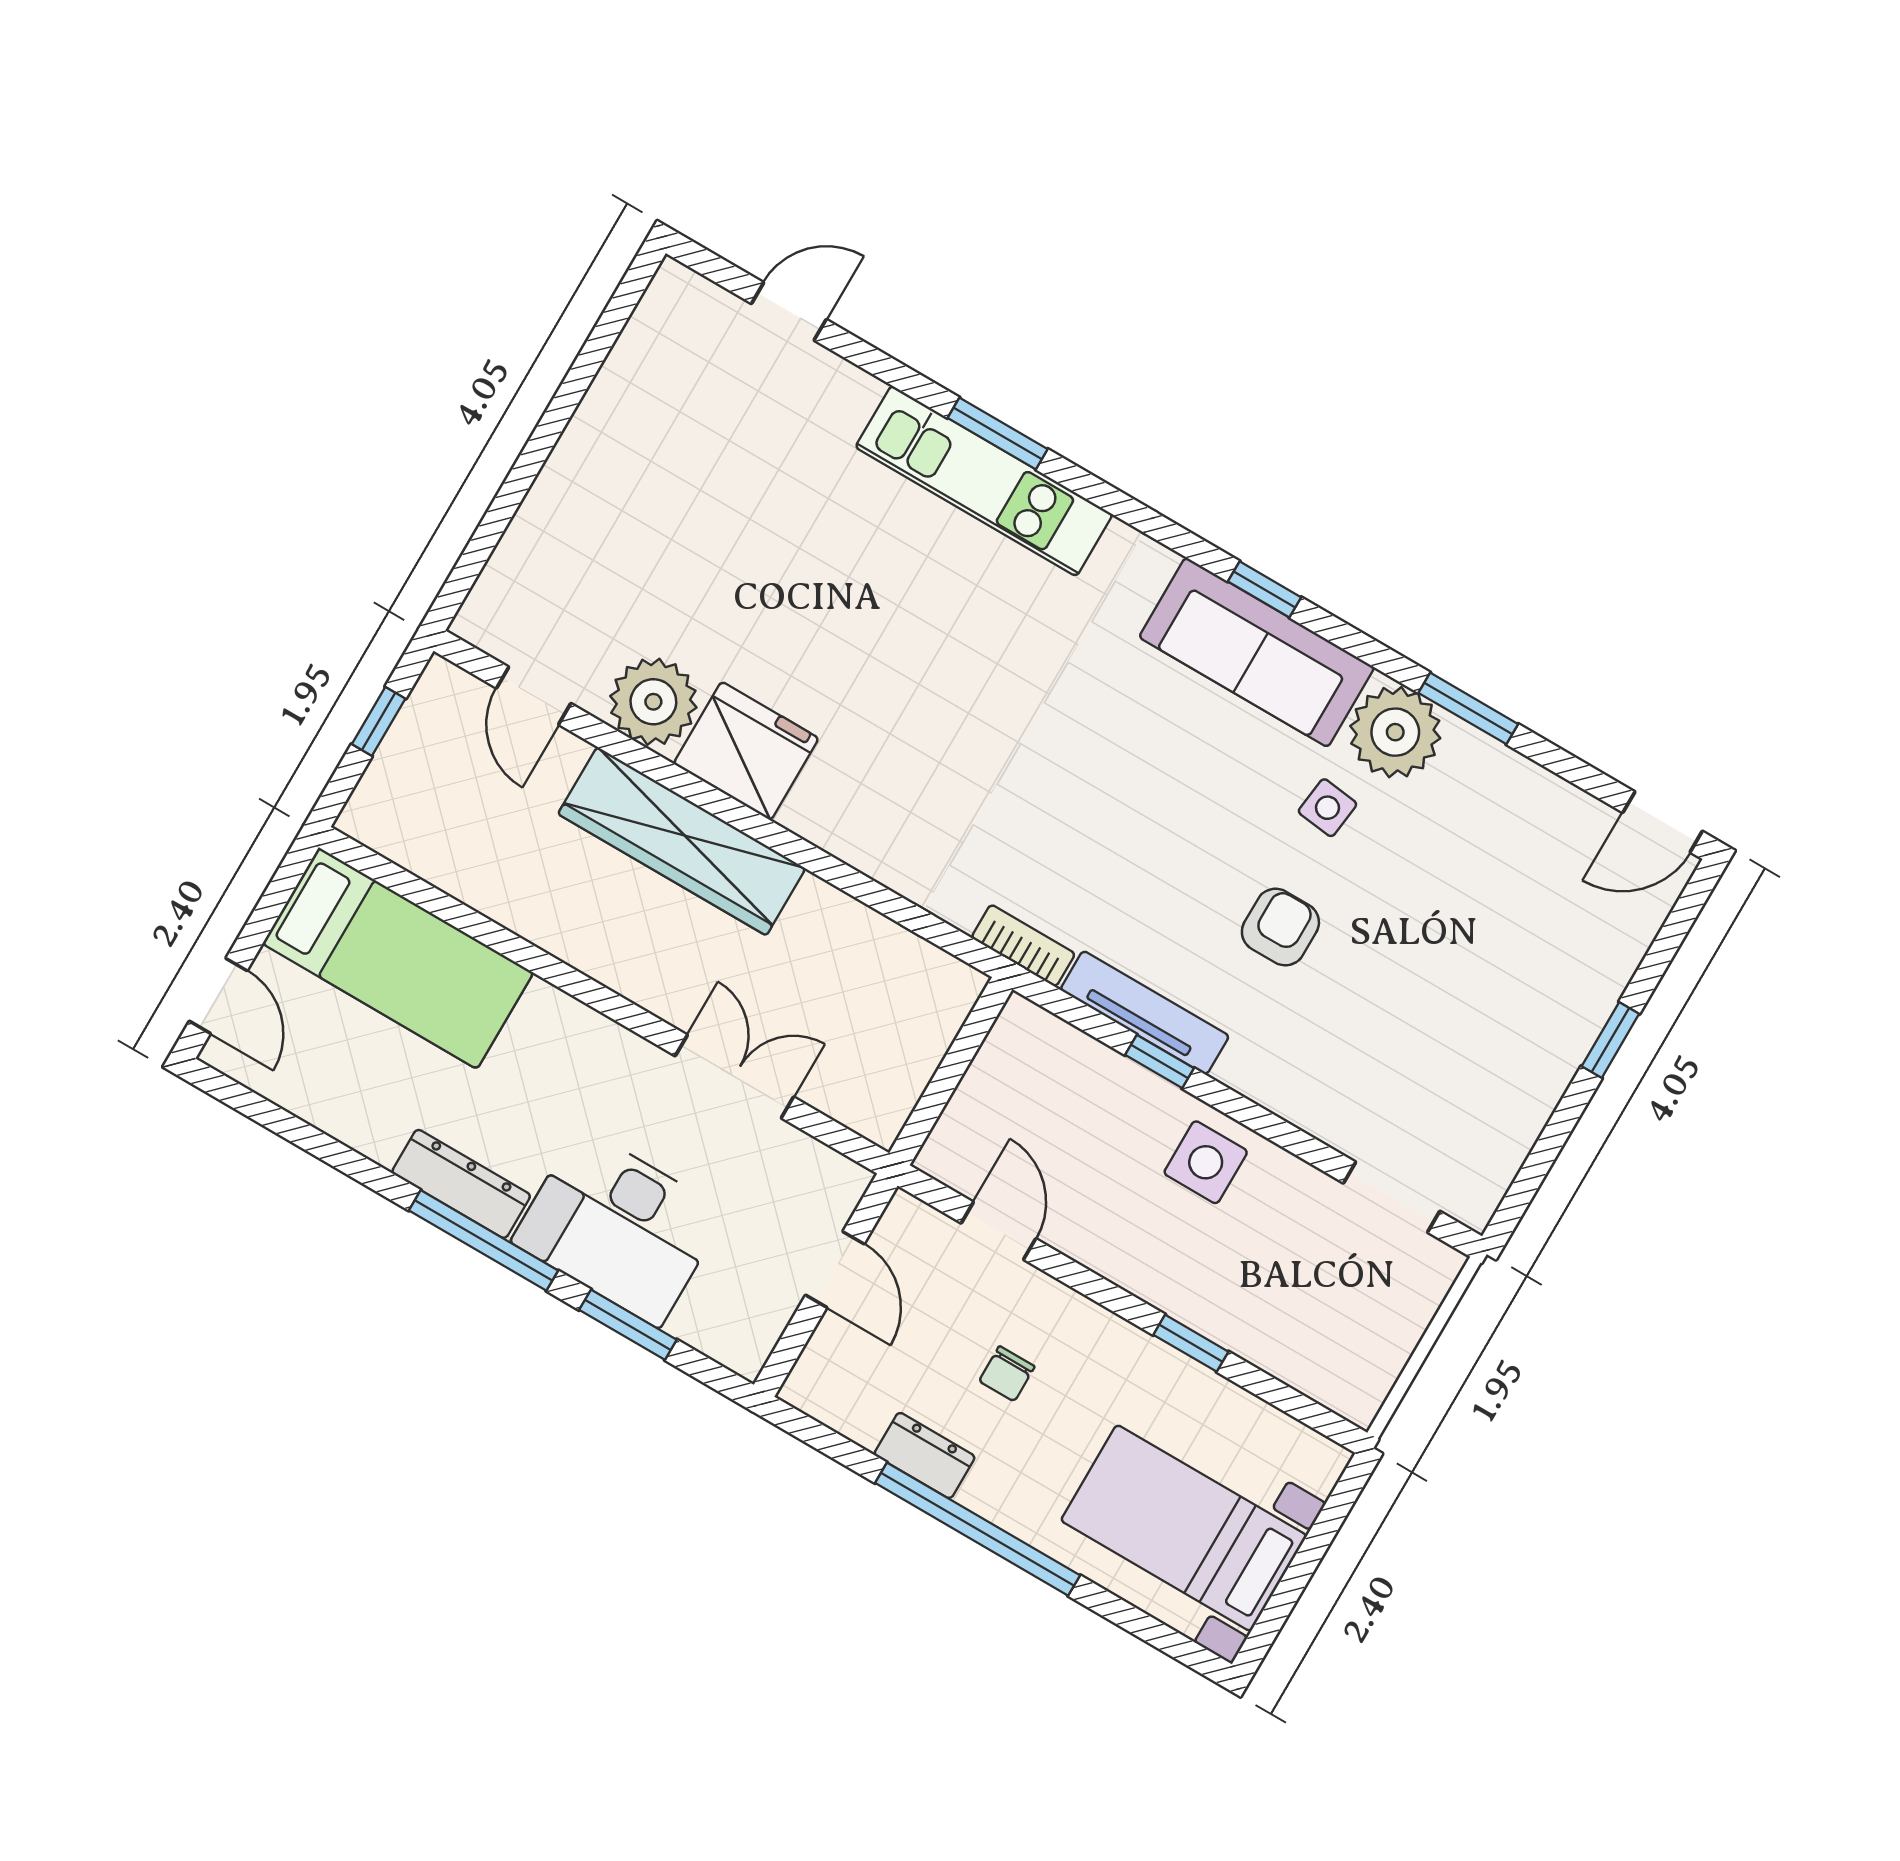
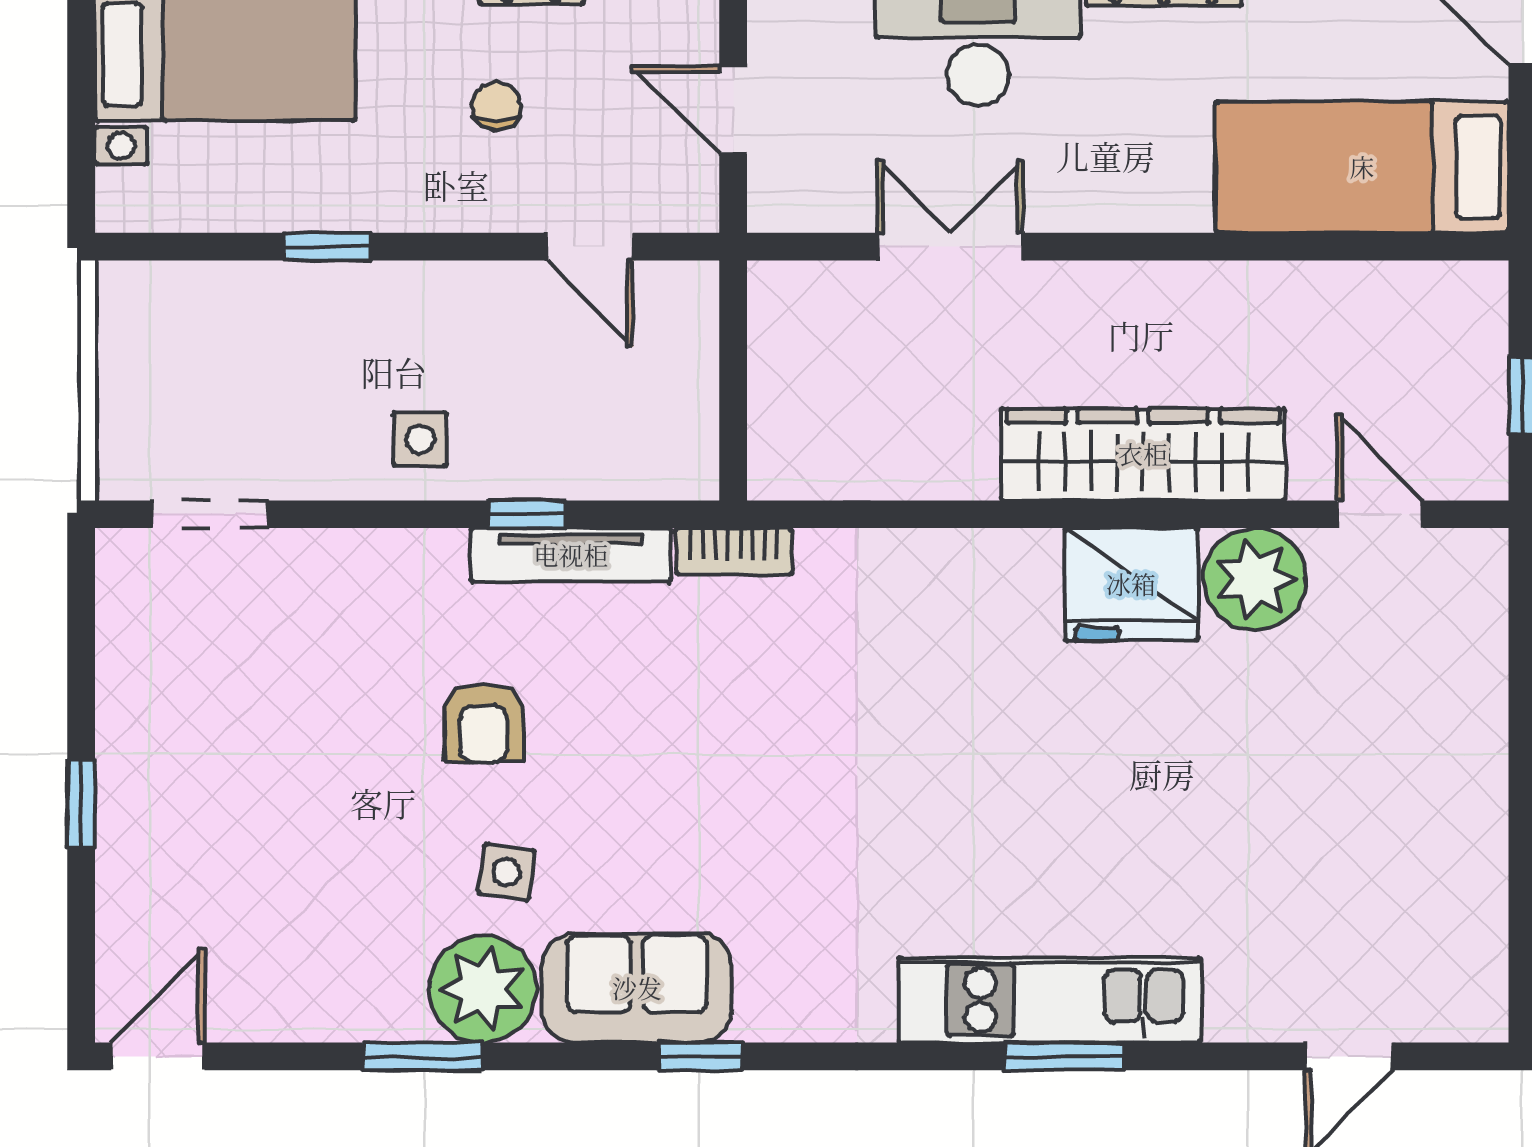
sofa: (1257, 652) -> (637, 988), width x0.73
double door: (734, 1076) -> (950, 247), swing flipped
side table: (1206, 1162) -> (420, 439), width x0.73, depth x0.73

